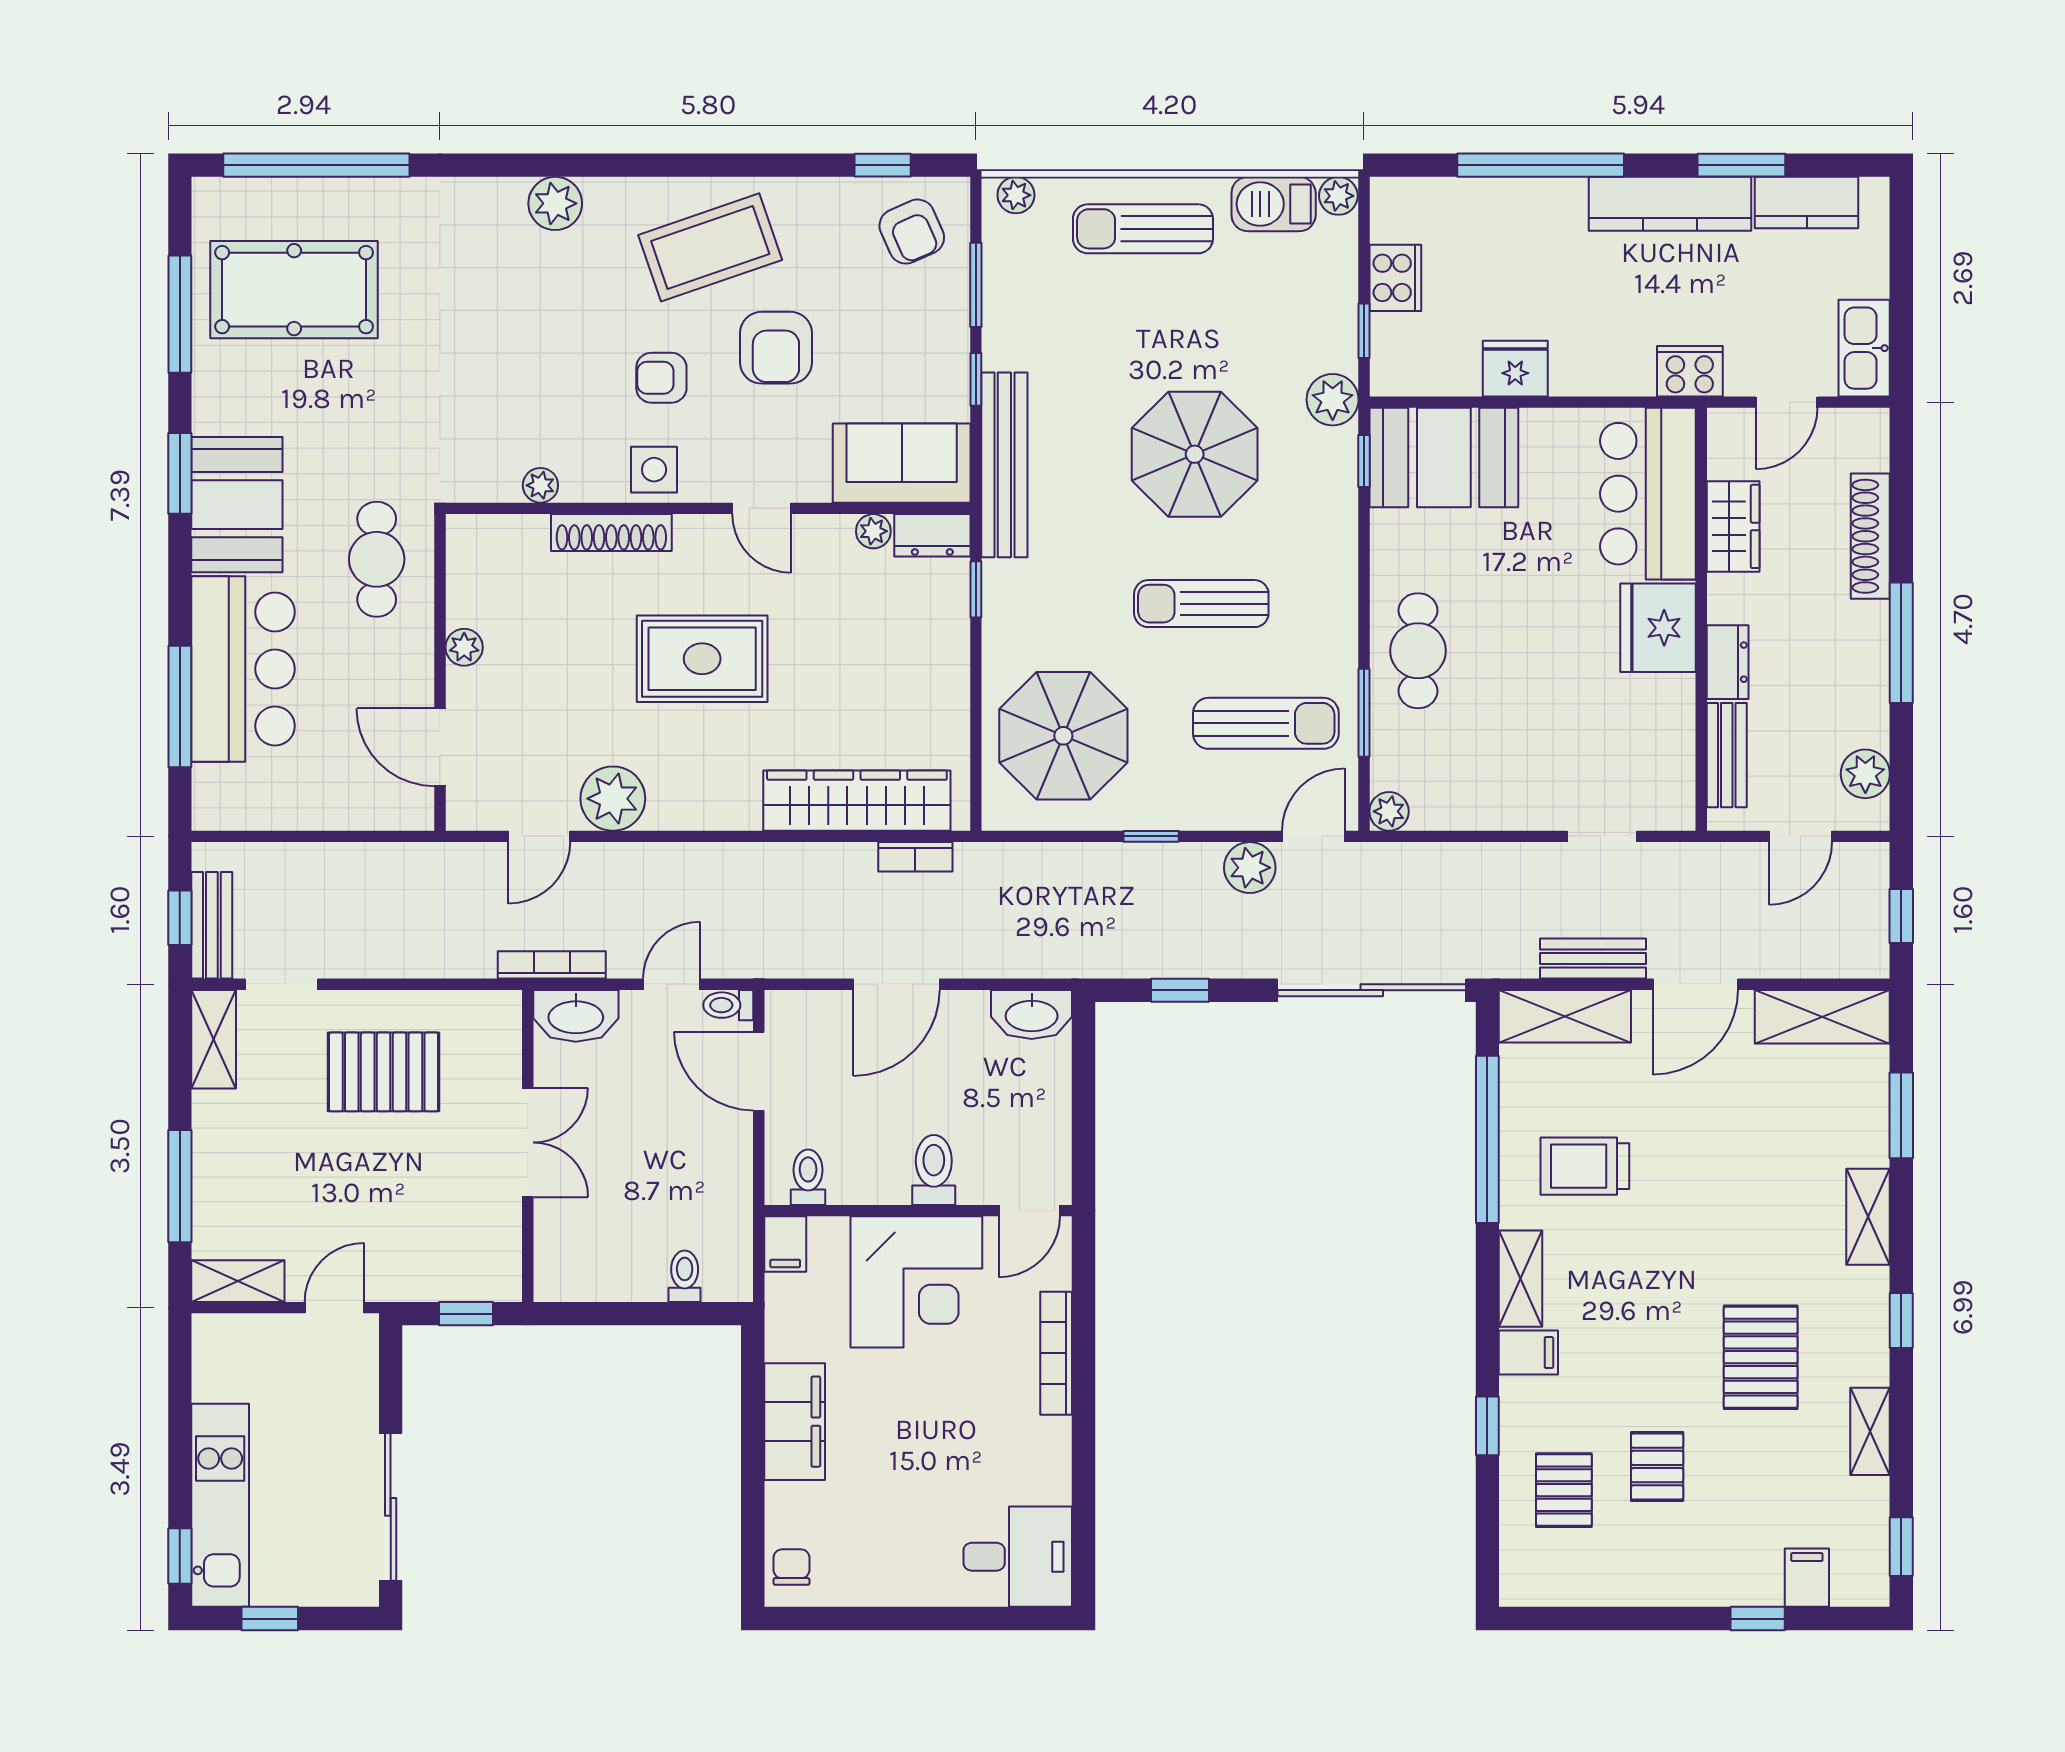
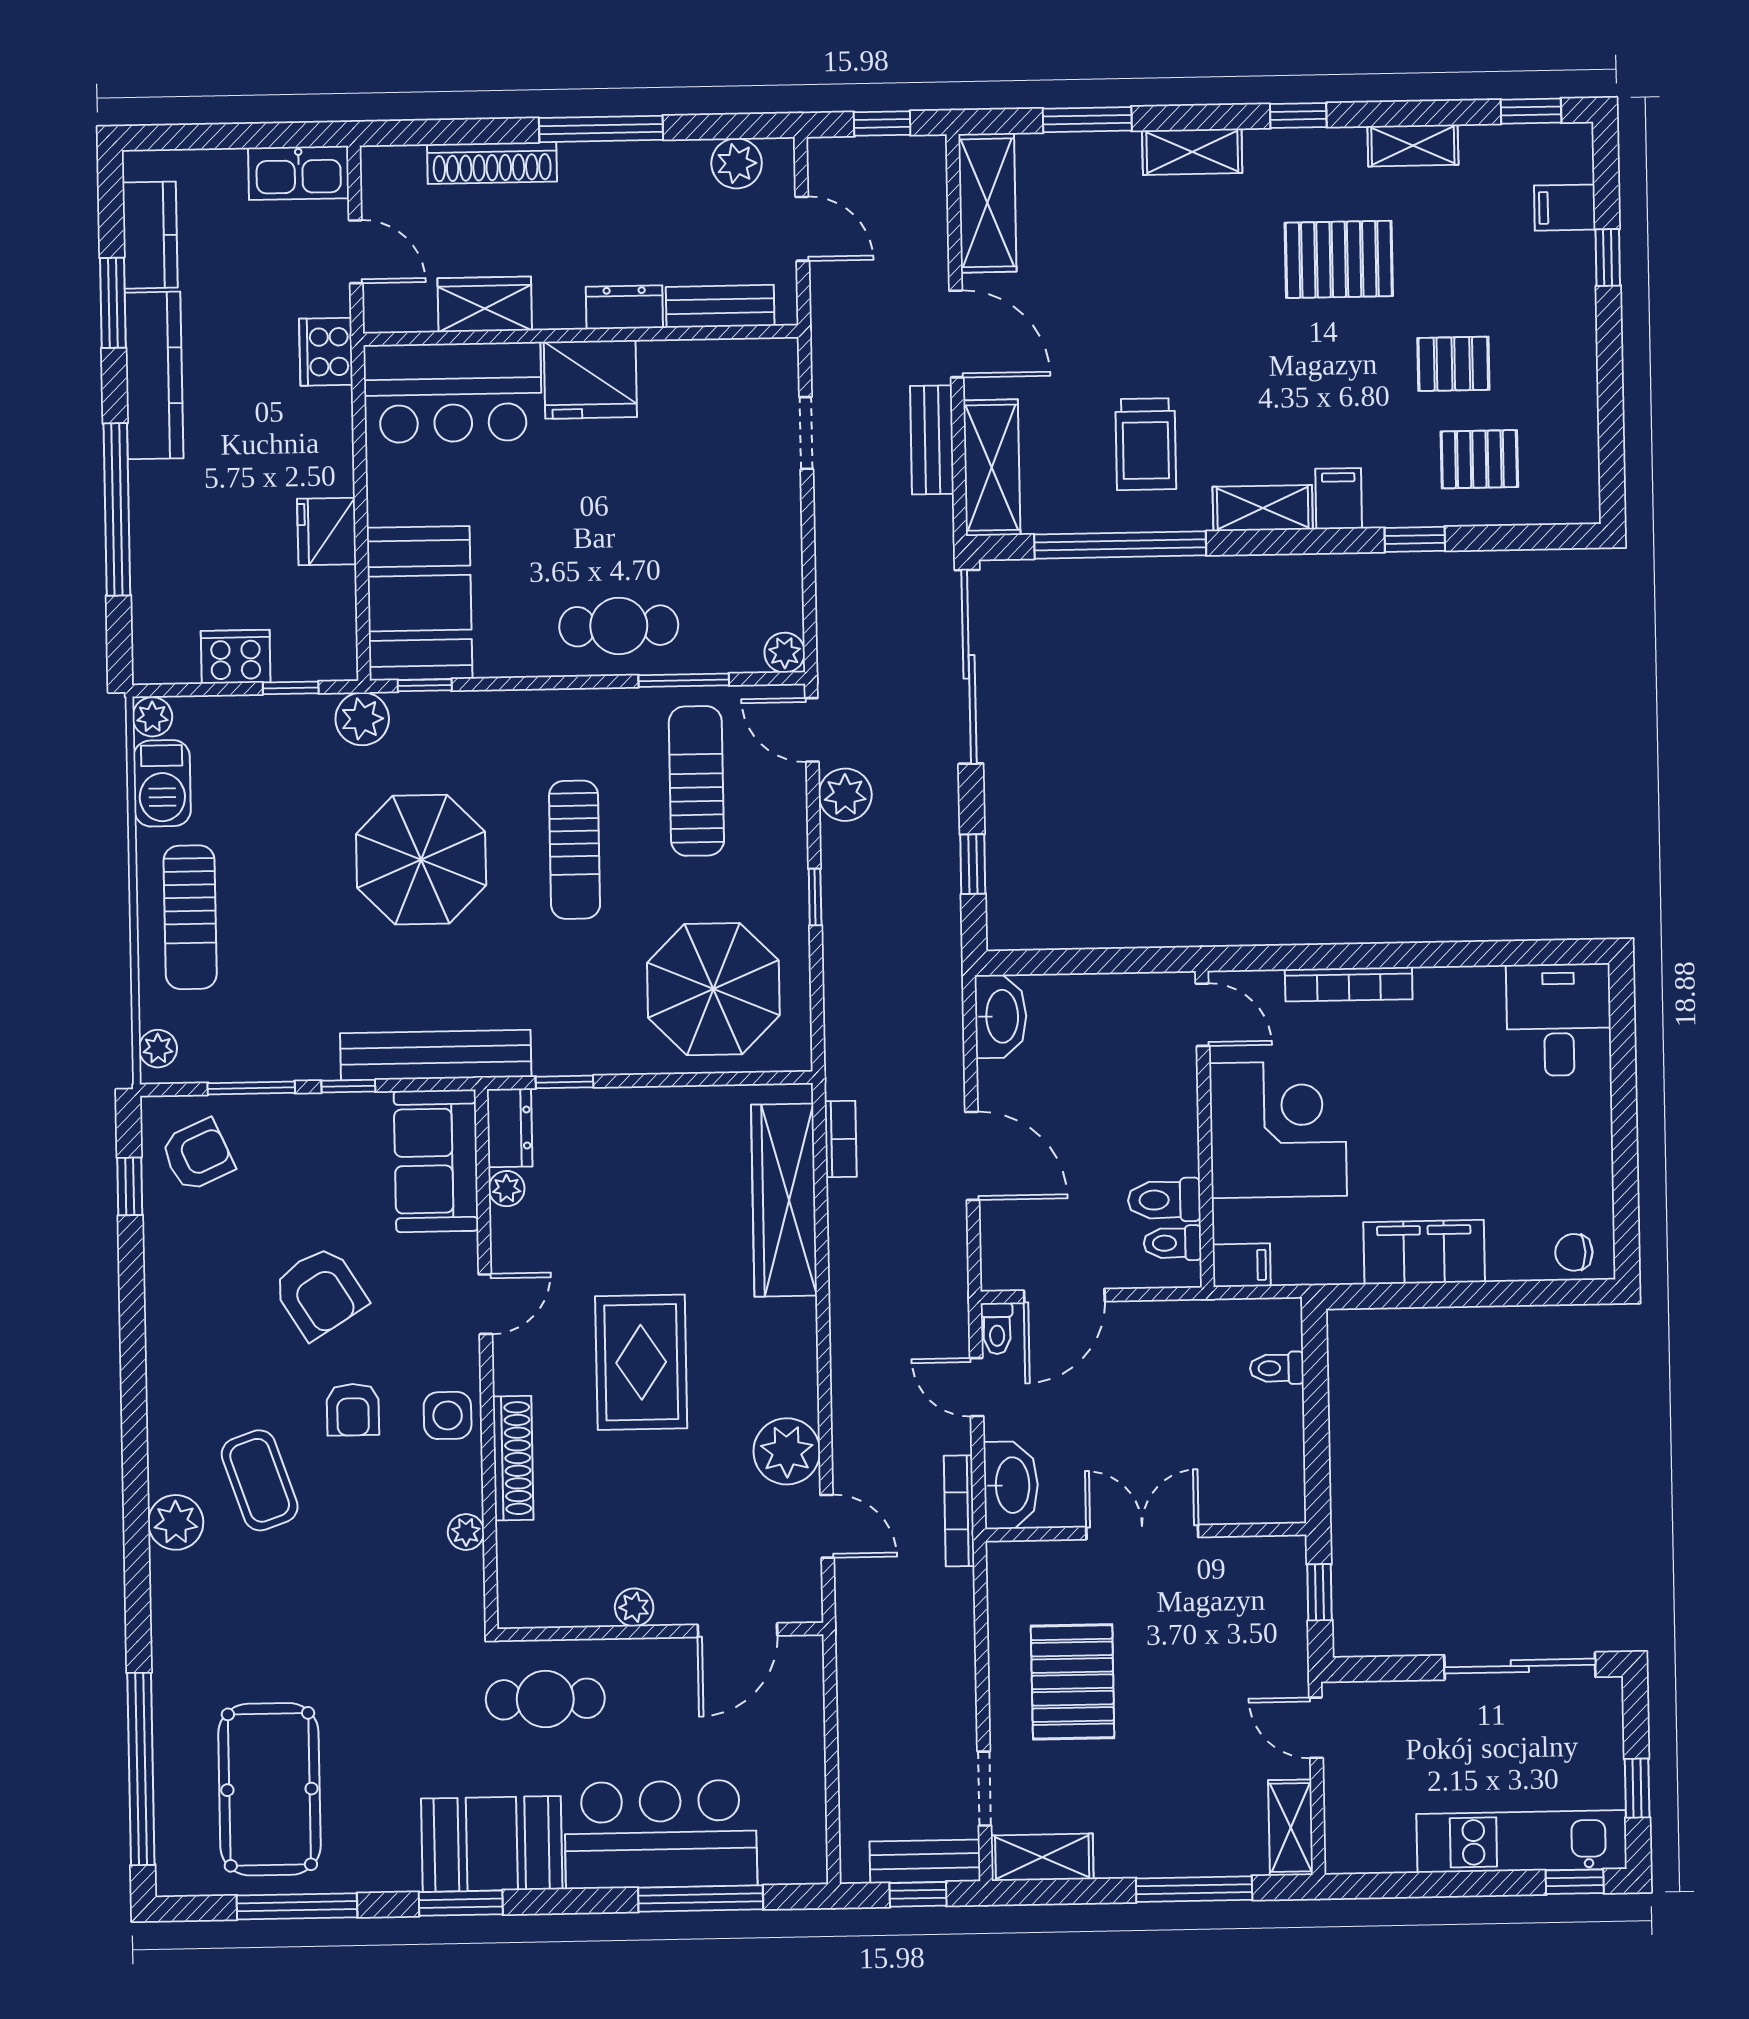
coffee table: (710, 247) -> (260, 1480), moved, width x0.73, depth x0.76
armchair: (776, 348) -> (320, 1292), turned 58
toilet: (934, 1170) -> (1164, 1200), moved

